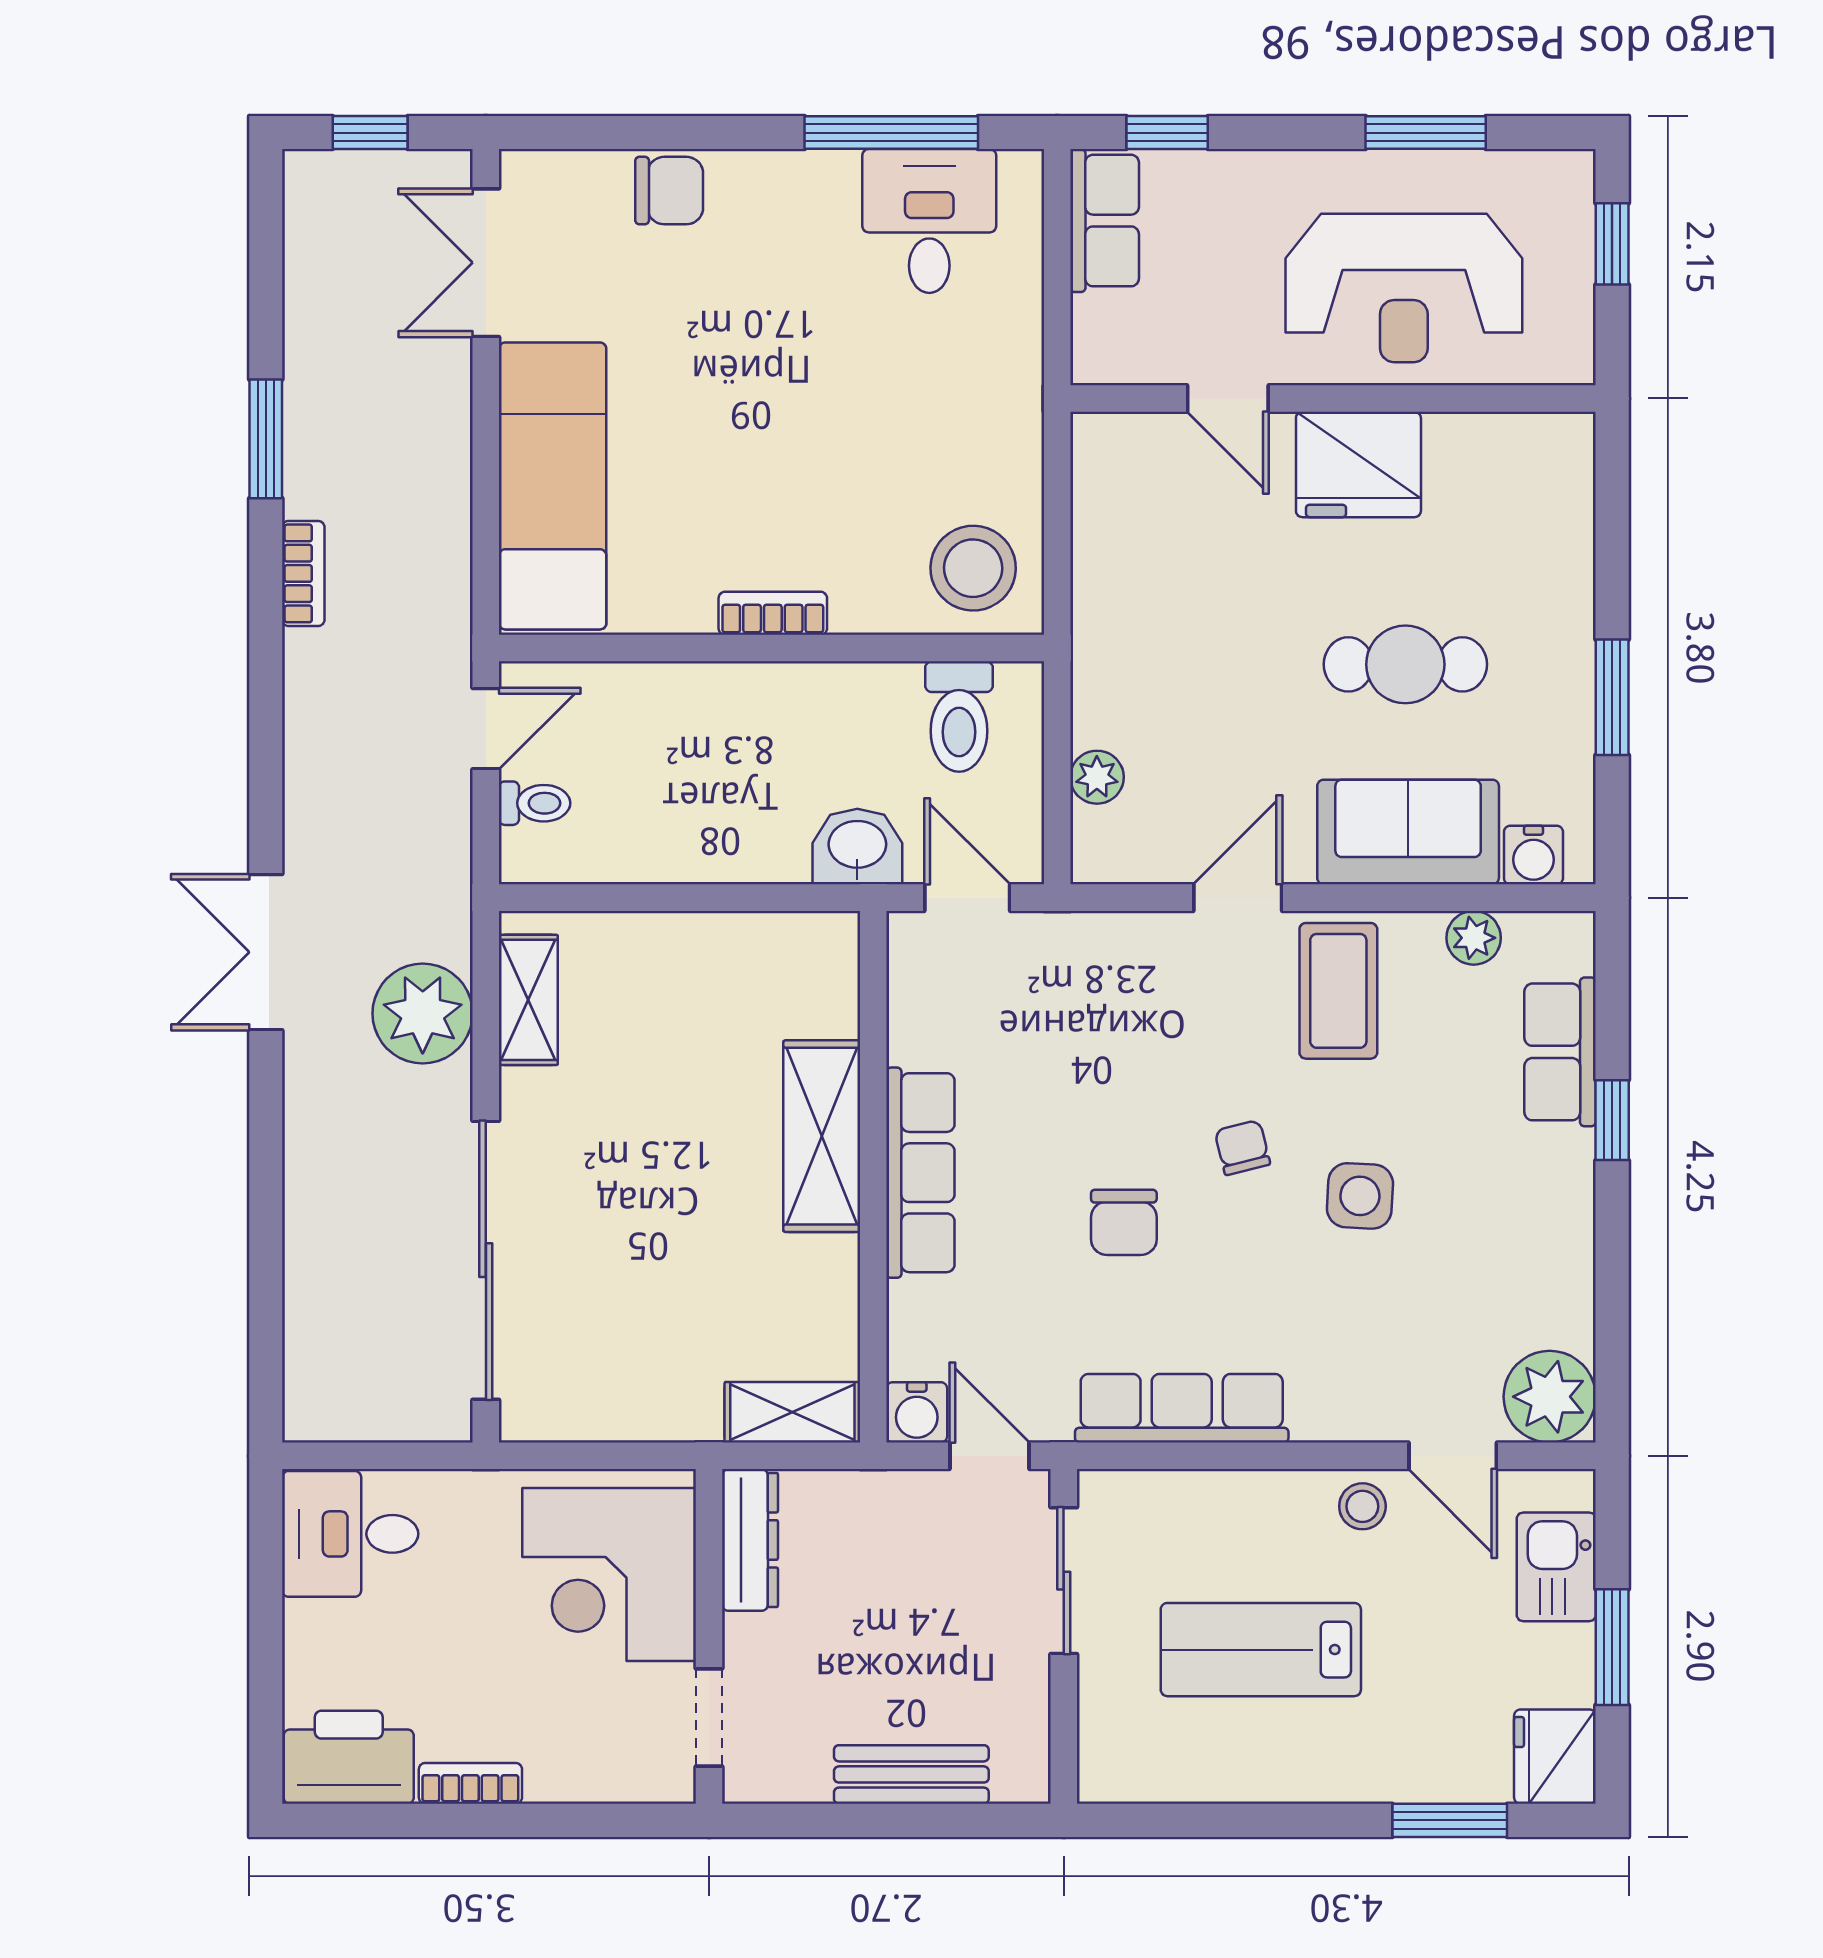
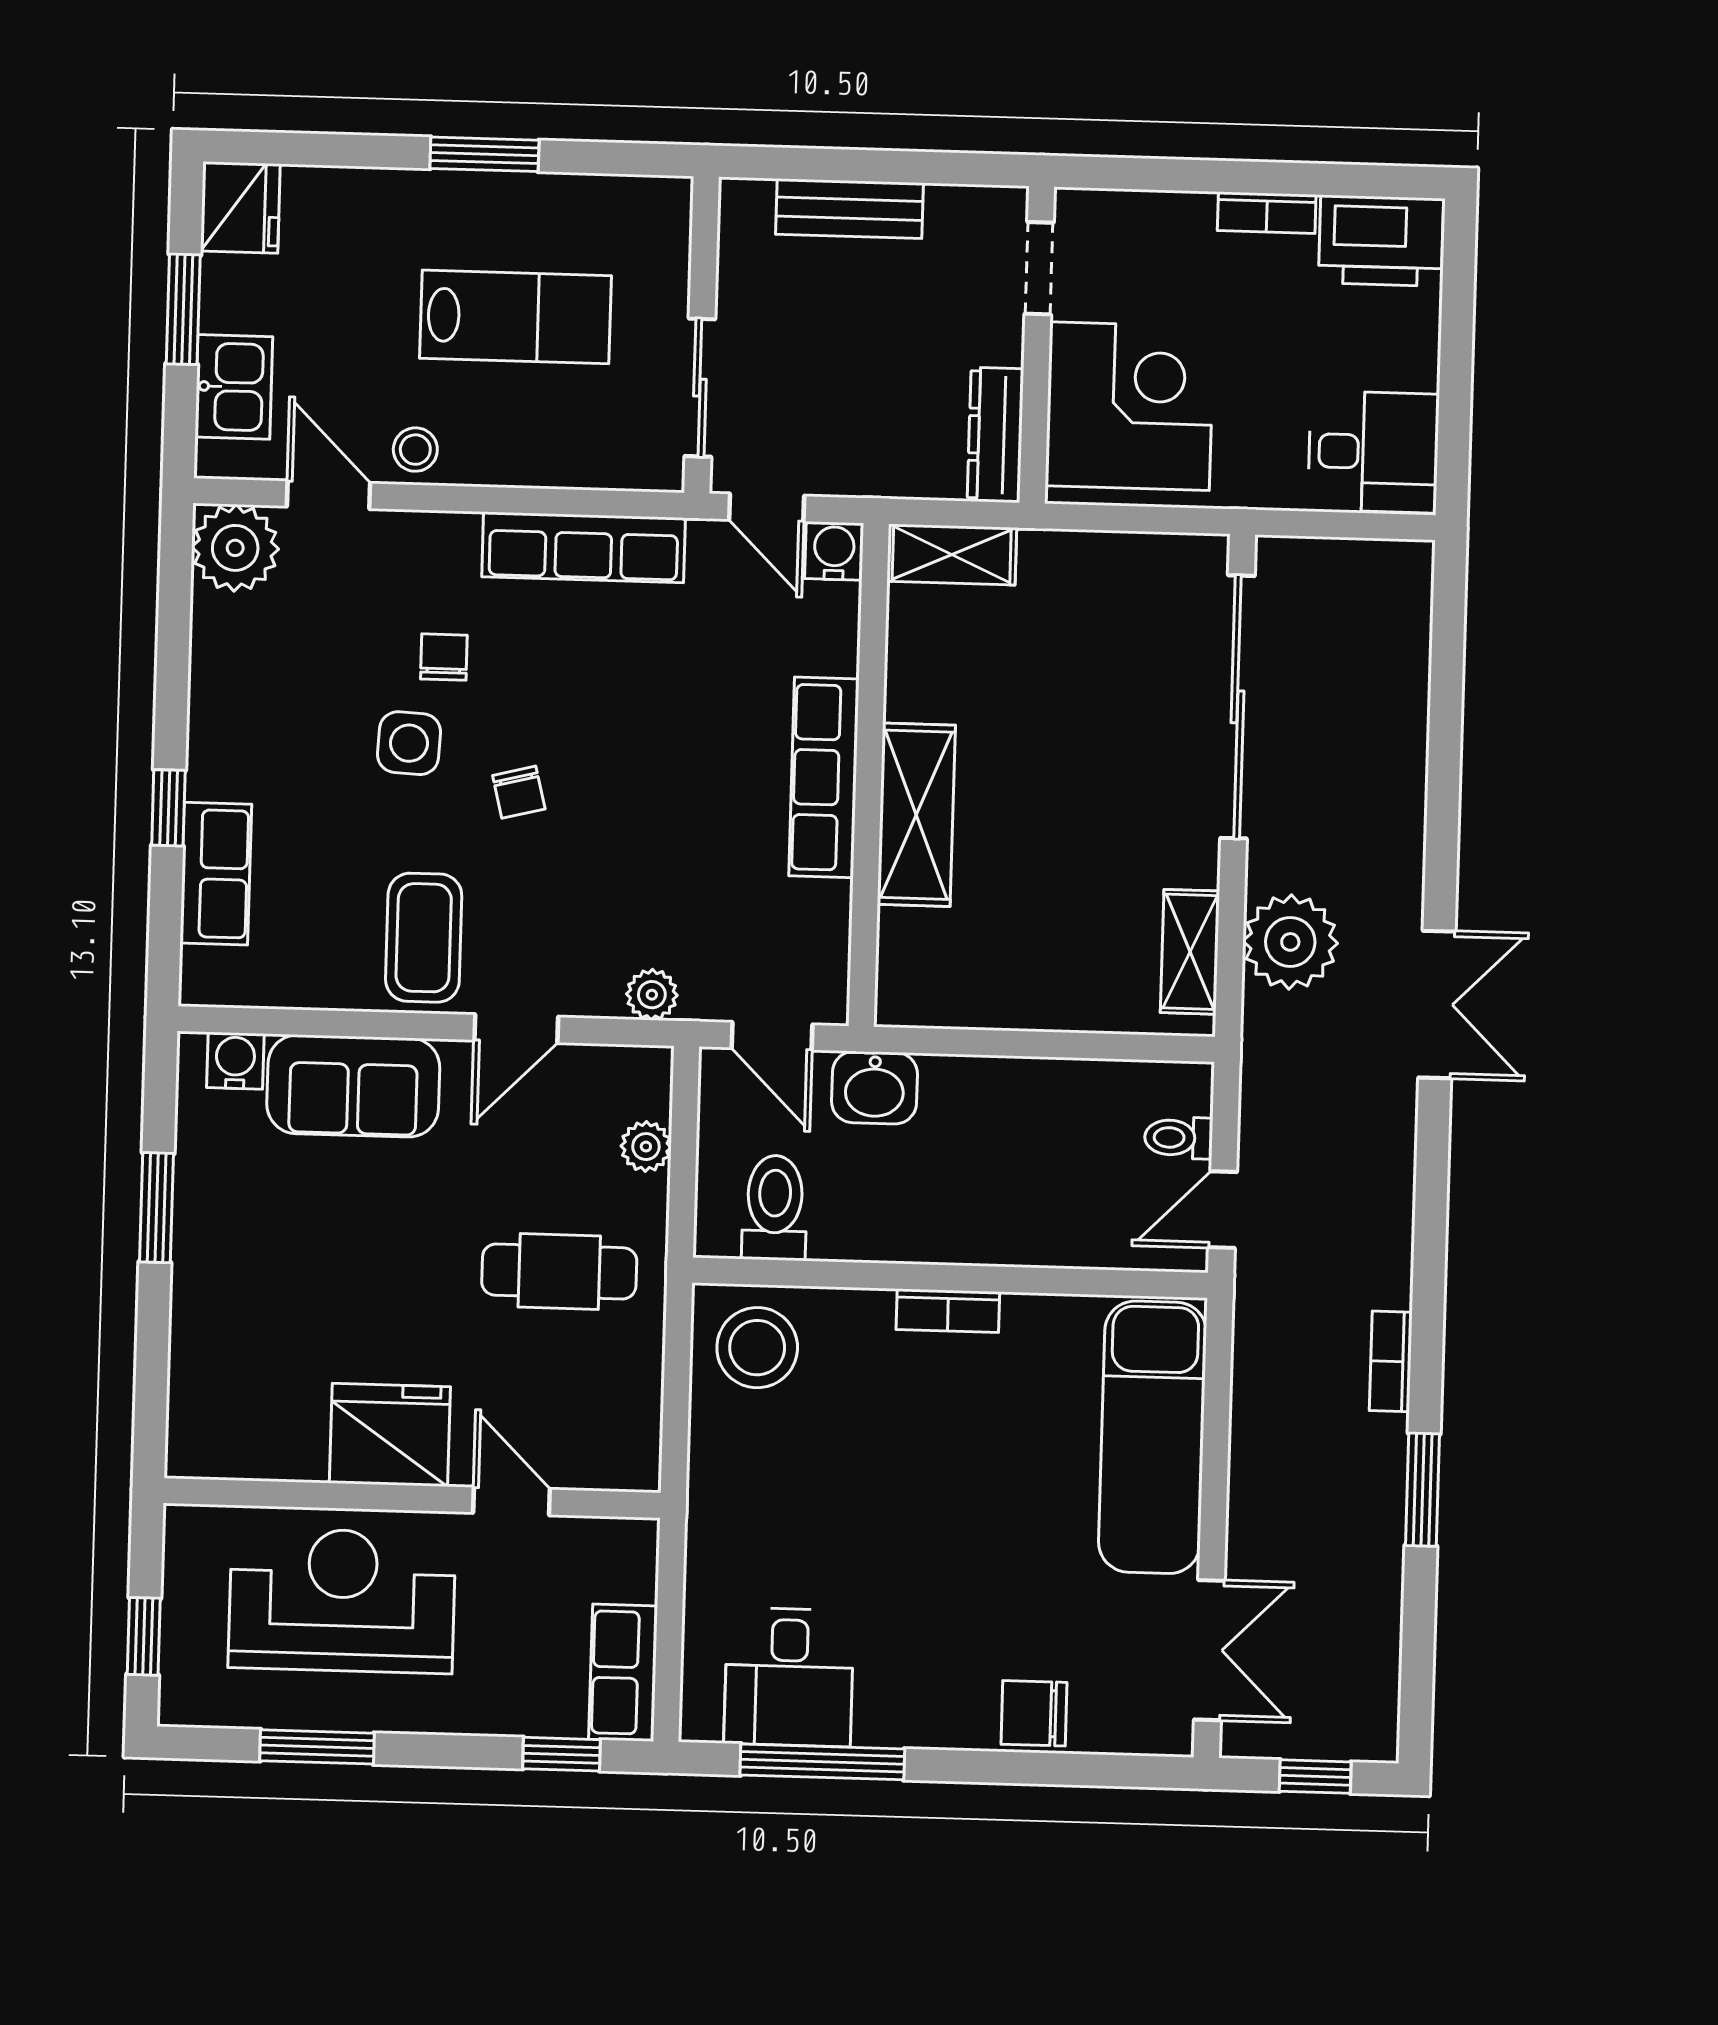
cafe table: (1405, 664) -> (559, 1271), moved
plant: (1474, 938) -> (652, 995), moved
chair: (1124, 1222) -> (444, 657), moved, width x0.73, depth x0.73
window: (1450, 1820) -> (484, 154), moved

